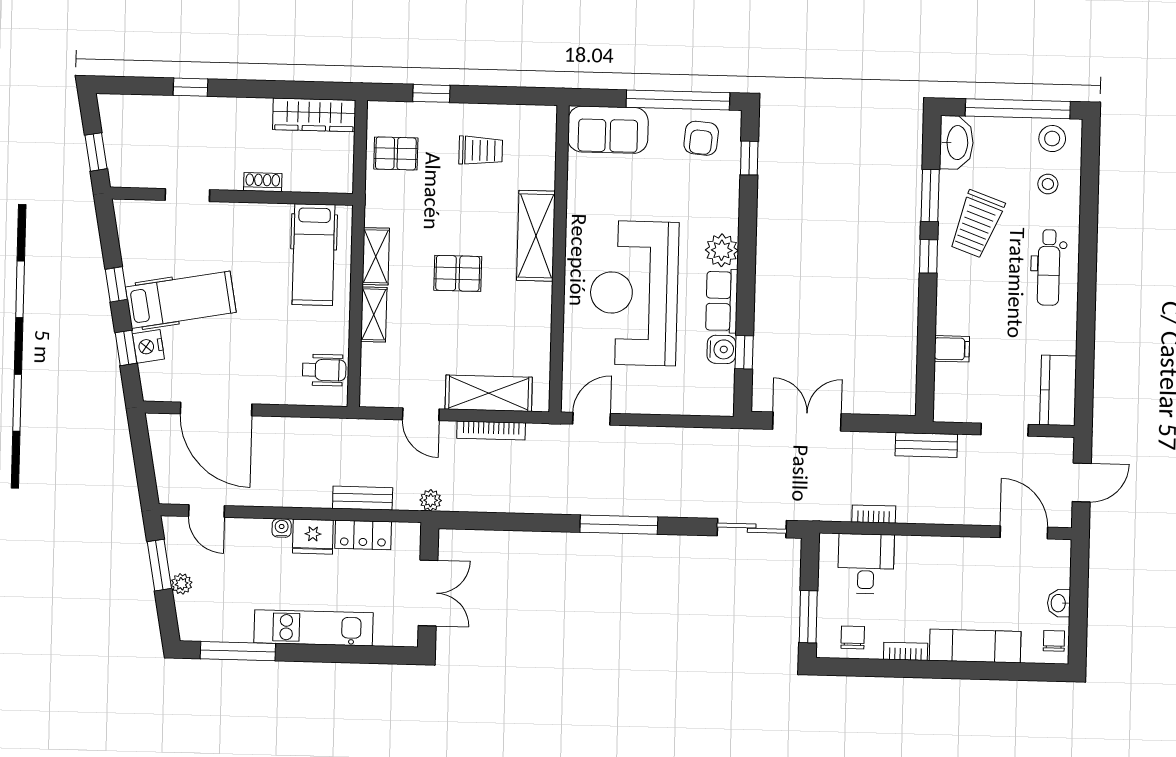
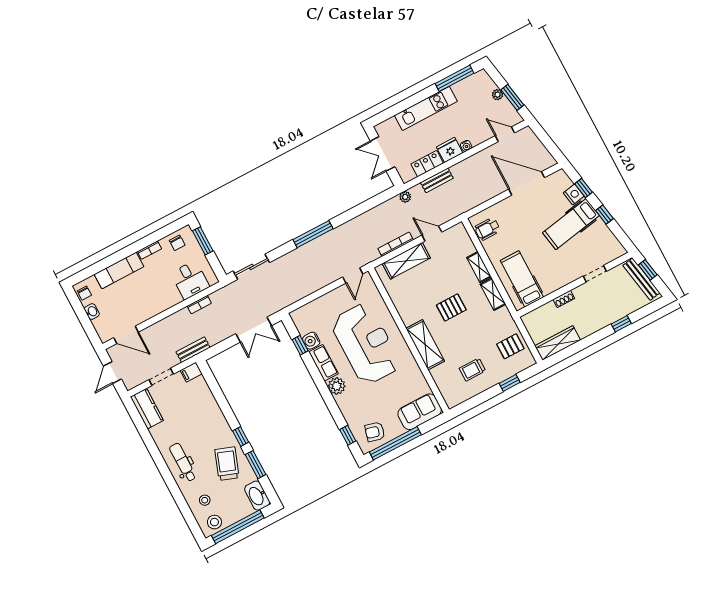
armchair: (701, 138) -> (375, 432), turned -80
bench: (115, 142) -> (641, 279), added
filing cabinet: (952, 349) -> (191, 372), moved

